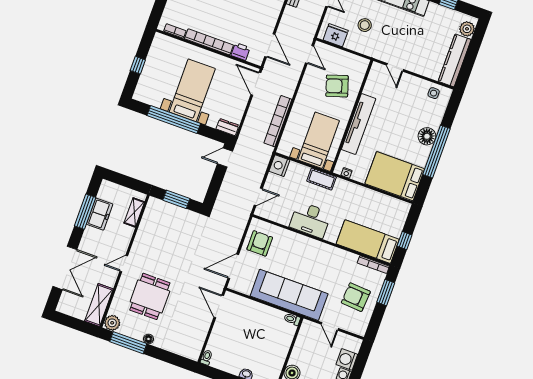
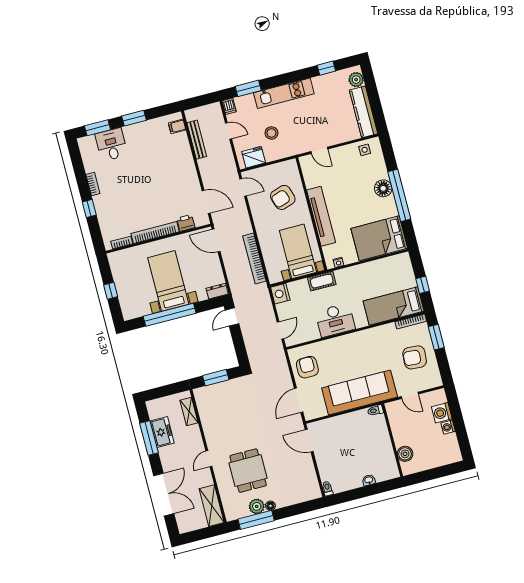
plant: (112, 323) -> (257, 506), moved

